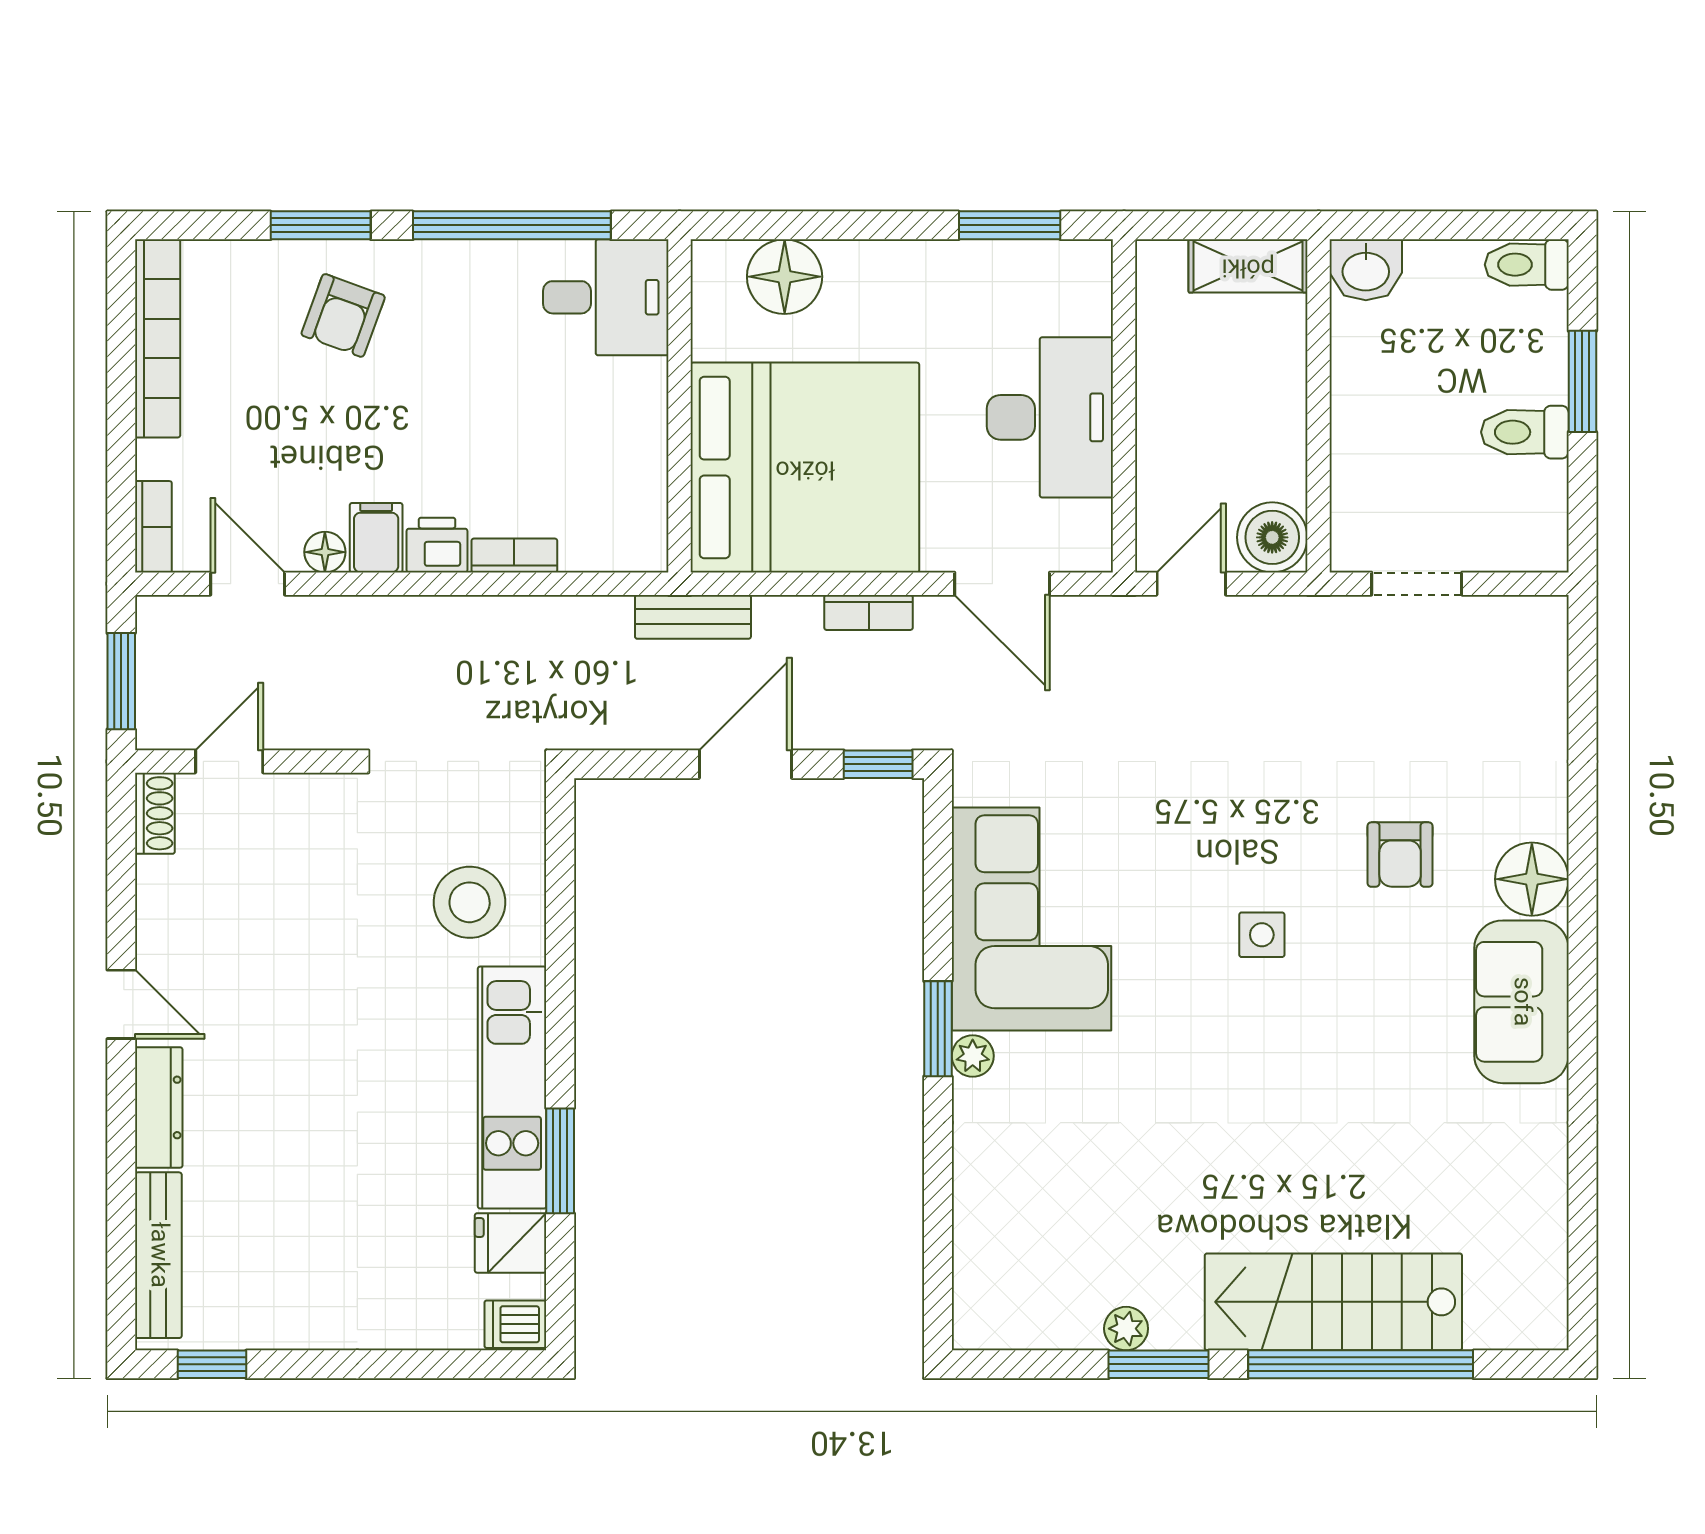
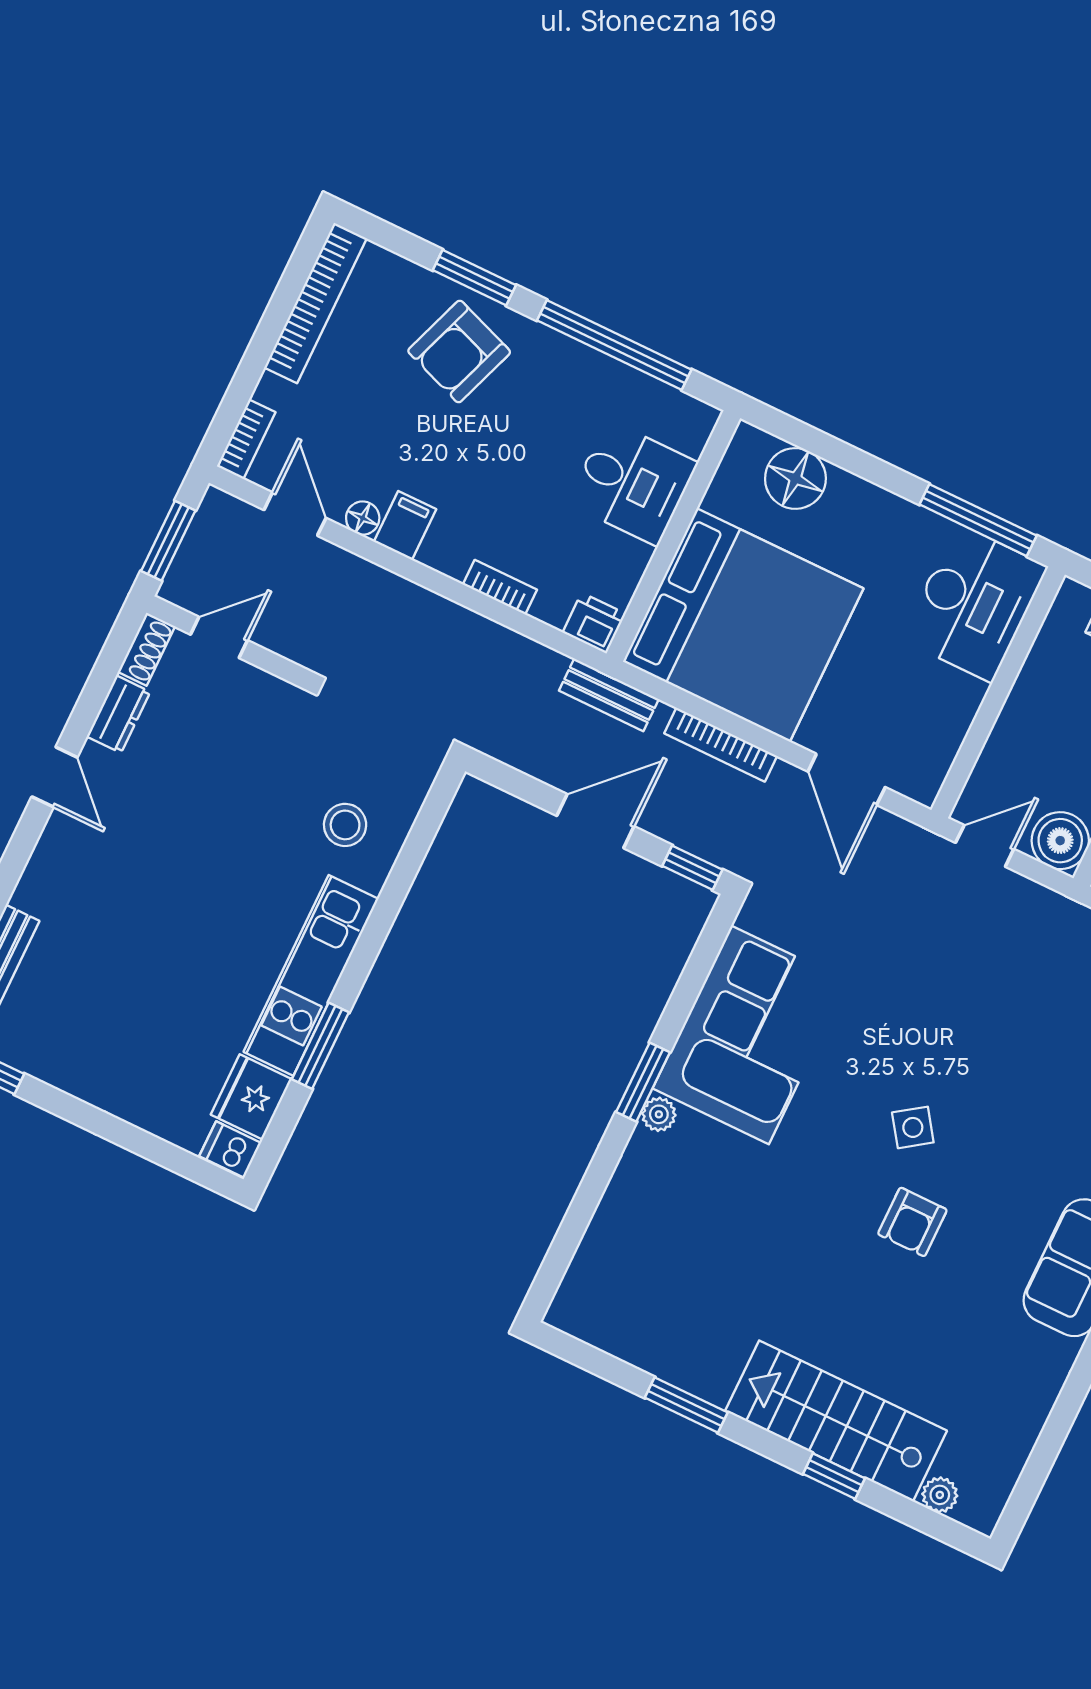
window: (1010, 225) -> (978, 520), width x1.44
desk: (606, 297) -> (632, 483), moved
armchair: (343, 315) -> (459, 351), width x1.38, depth x1.38
desk: (1050, 417) -> (974, 603), moved
printer: (437, 545) -> (594, 623), moved
bookcase: (869, 612) -> (721, 745), width x1.56
armchair: (1400, 855) -> (912, 1222), moved
stool: (470, 902) -> (345, 825), width x0.73, depth x0.73
side table: (1262, 935) -> (913, 1127), turned -35
dresser: (159, 1107) -> (119, 714), moved, width x0.70
fridge: (511, 1243) -> (251, 1097), width x1.38
plant: (1126, 1329) -> (940, 1495), moved
window: (1361, 1364) -> (834, 1476), width x0.32

